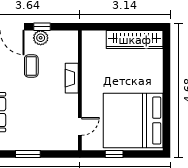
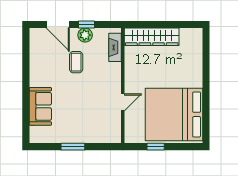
wardrobe: (135, 40) -> (152, 37), moved
fireplace: (72, 78) -> (115, 47), moved
door: (80, 126) -> (123, 102), moved

